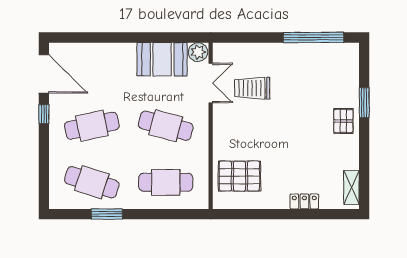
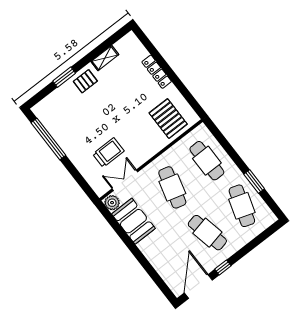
trolley: (252, 88) -> (108, 152), turned -90
shelving: (352, 188) -> (105, 58), moved
locker: (304, 201) -> (157, 72), width x1.53

